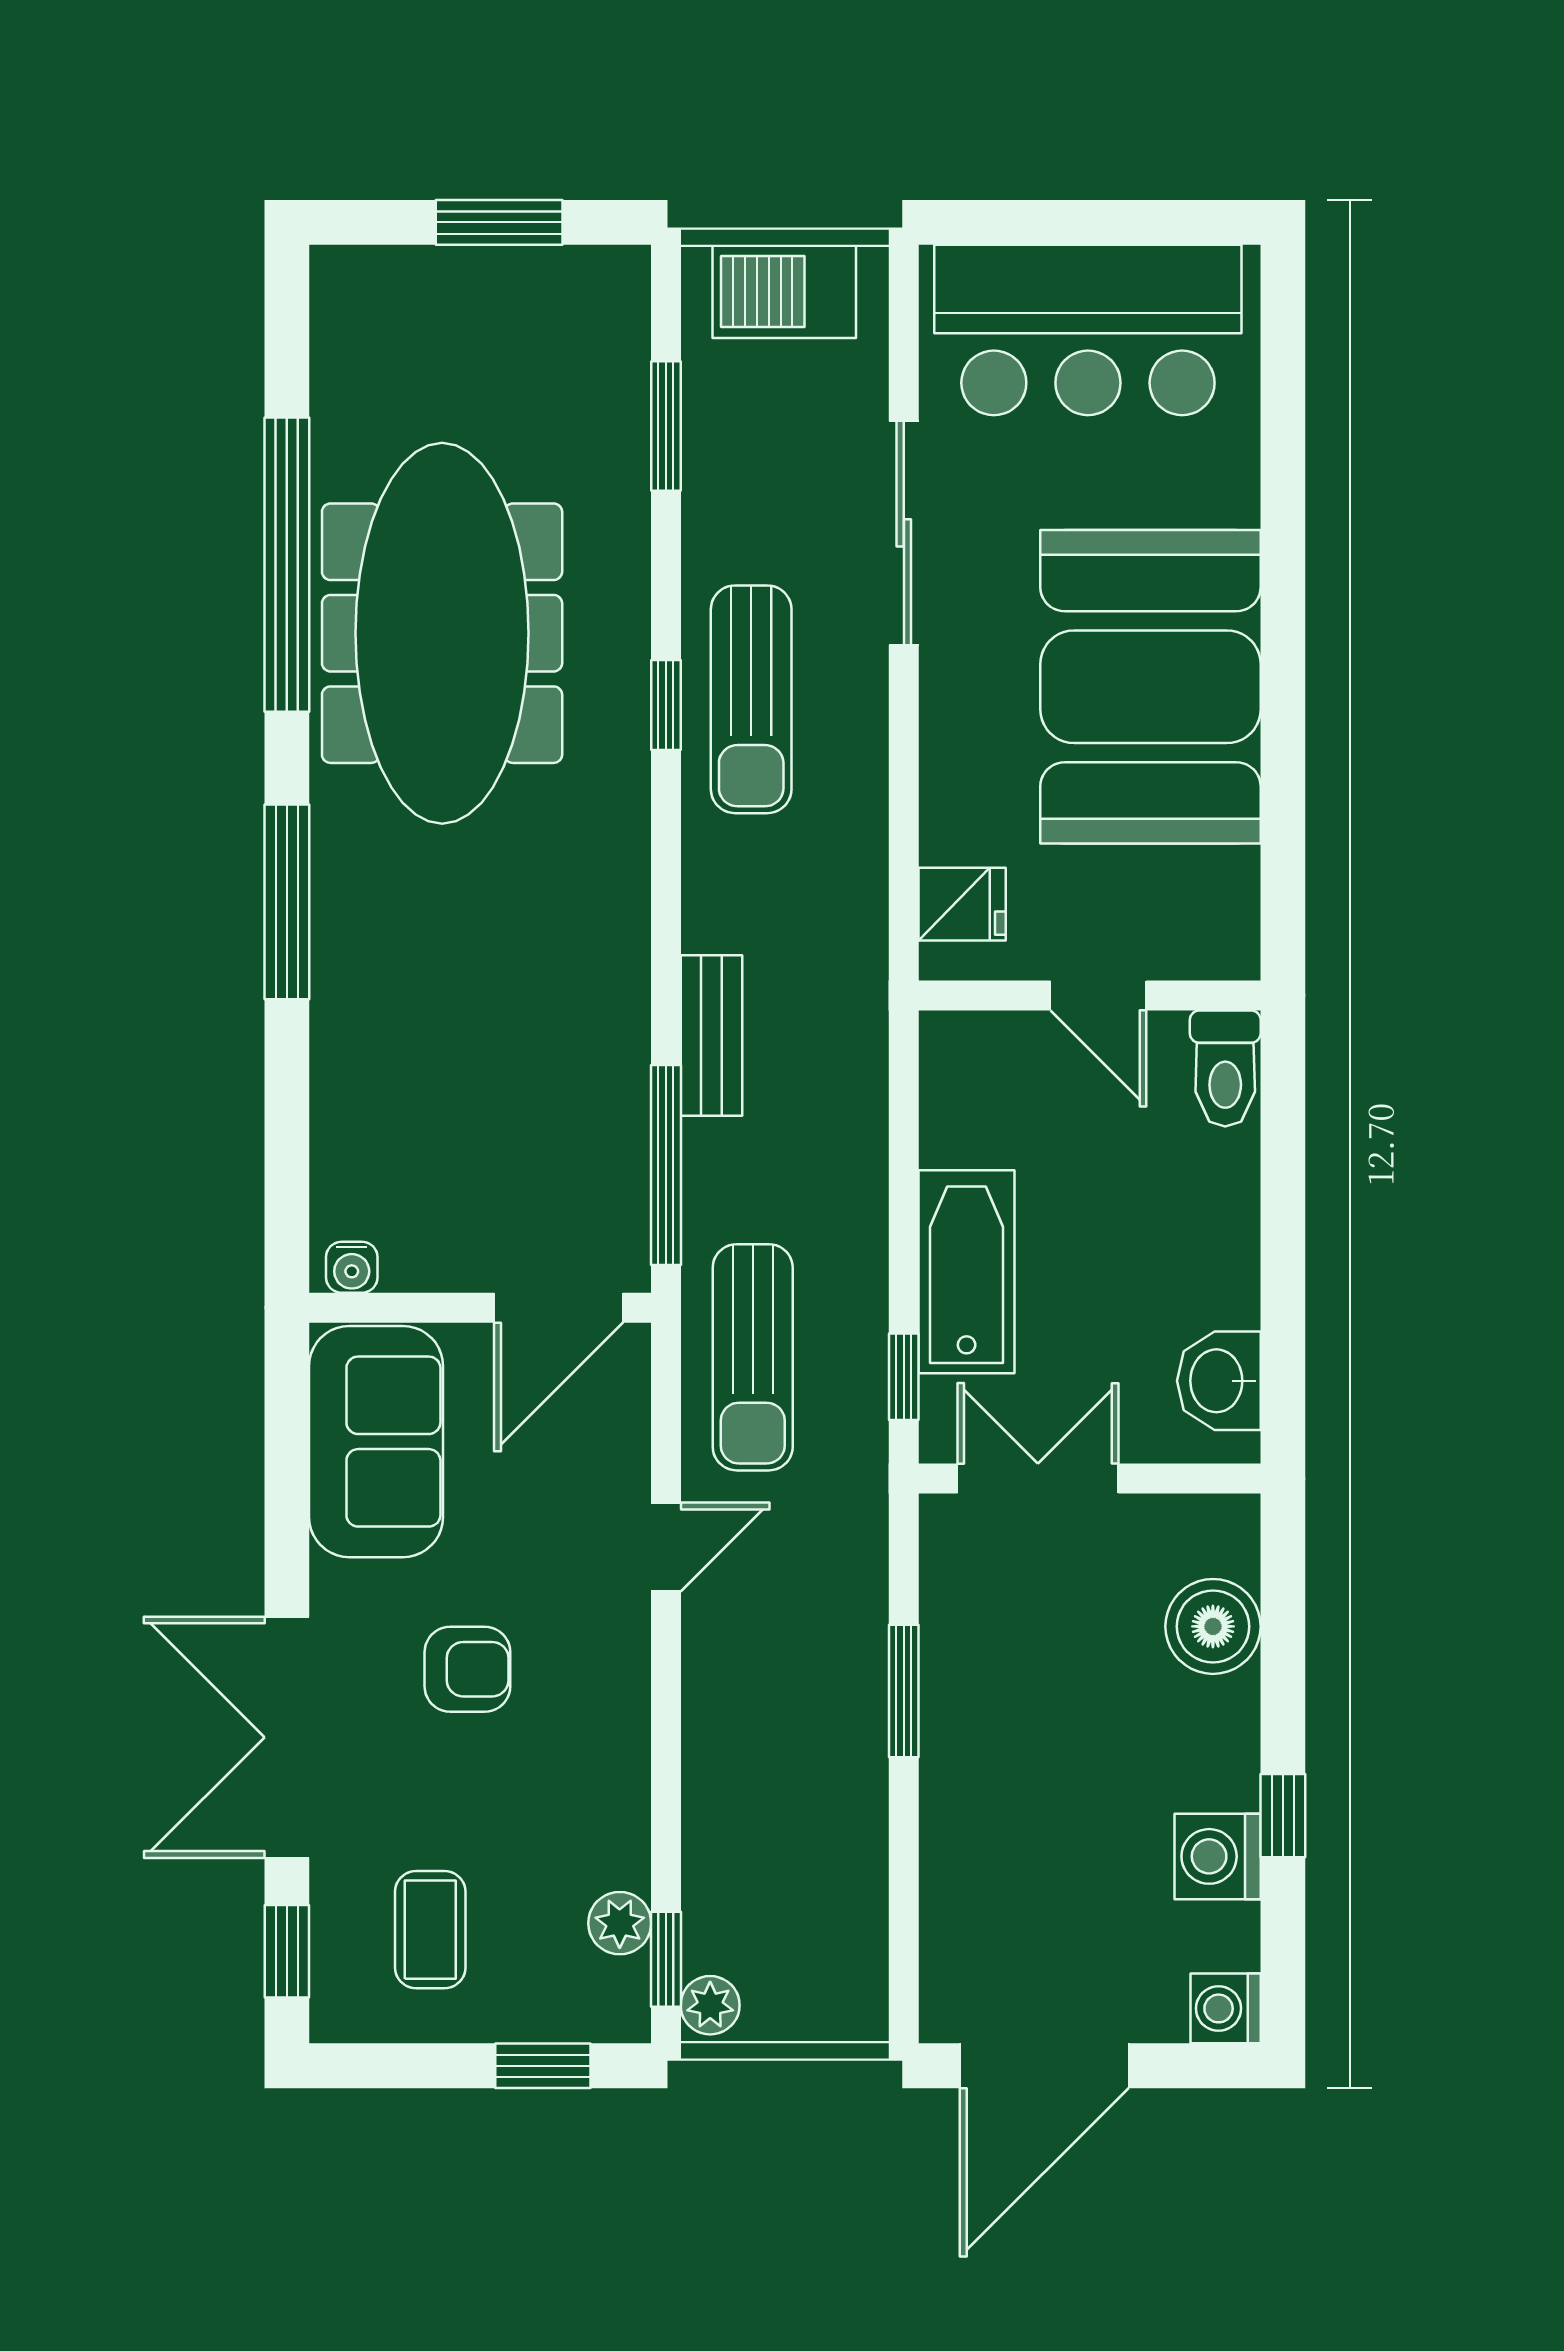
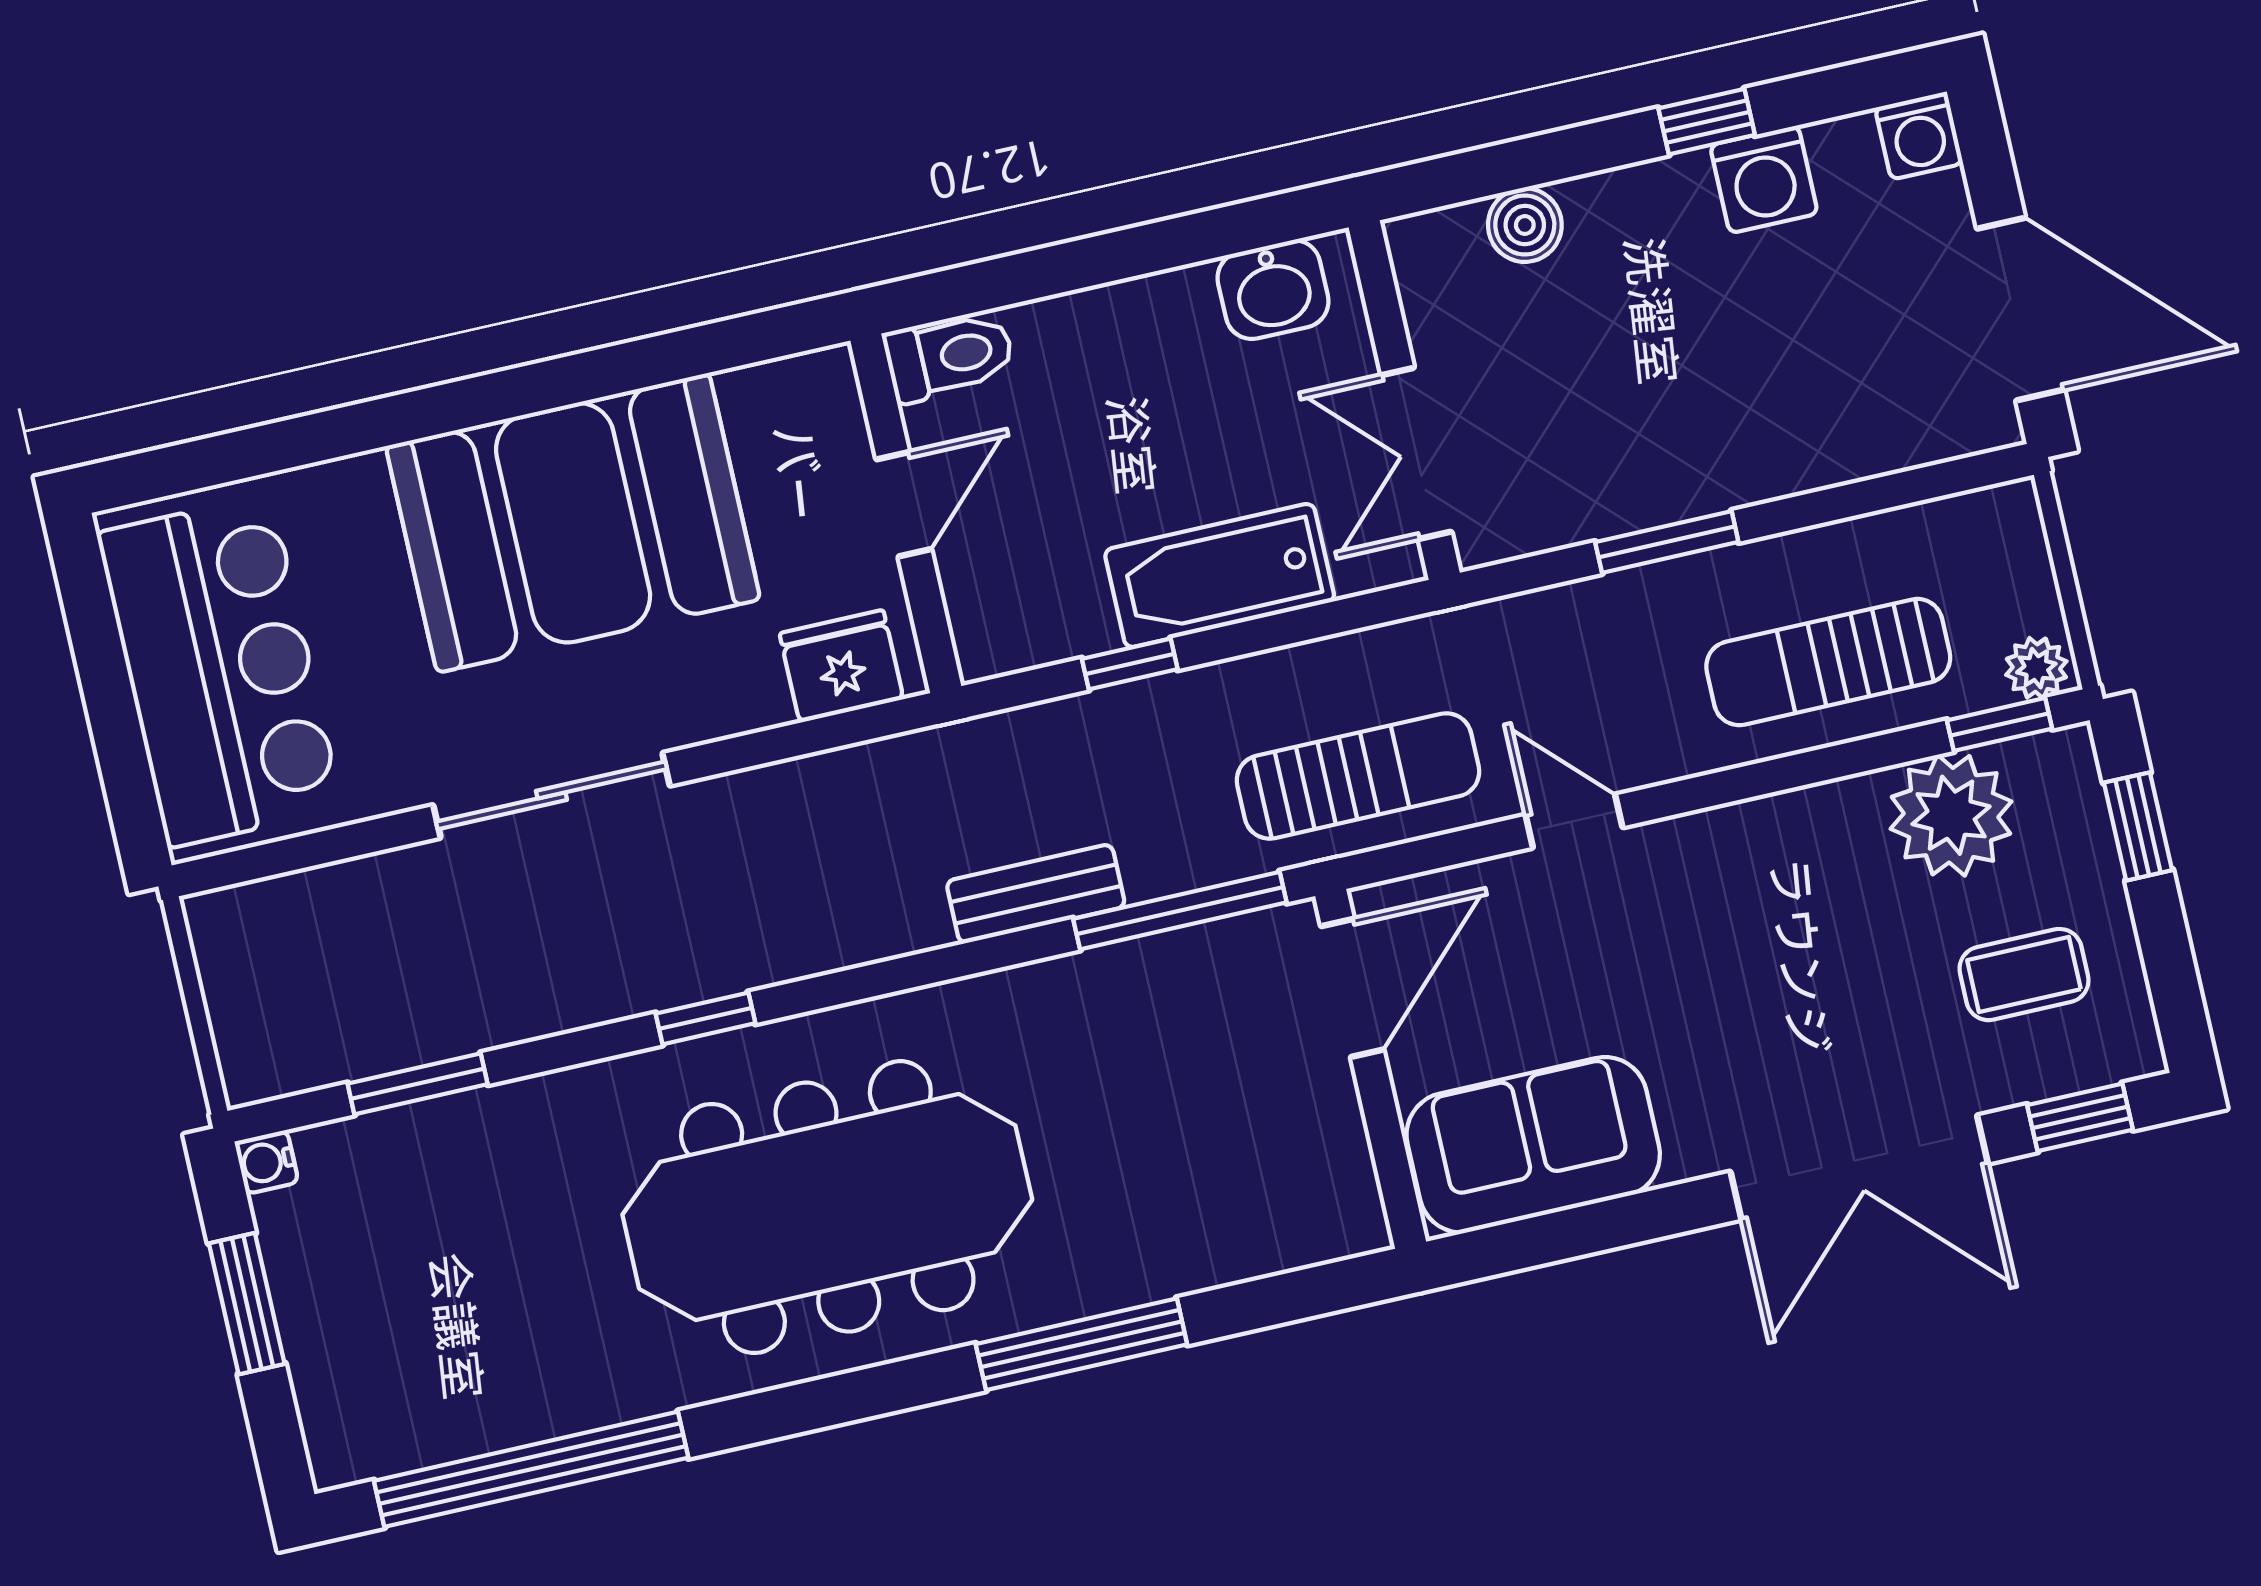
barbecue: (784, 291) -> (251, 993), removed
sliding door: (904, 533) -> (551, 795), moved
window: (287, 565) -> (531, 1469), moved
meeting table: (442, 633) -> (827, 1207), moved
sun lounger: (751, 699) -> (1828, 662), moved, turned 180
window: (287, 902) -> (1081, 1344), moved
fridge: (962, 904) -> (841, 666), width x1.38
water cooler: (352, 1267) -> (266, 1162), moved, turned 180
door: (559, 1308) -> (1352, 988), hinge flipped
window: (904, 1377) -> (1130, 664), moved
boiler: (1213, 1626) -> (1525, 225), width x0.73, depth x0.73
armchair: (467, 1669) -> (1747, 997), removed
plant: (620, 1923) -> (1951, 815), width x1.87, depth x1.87

